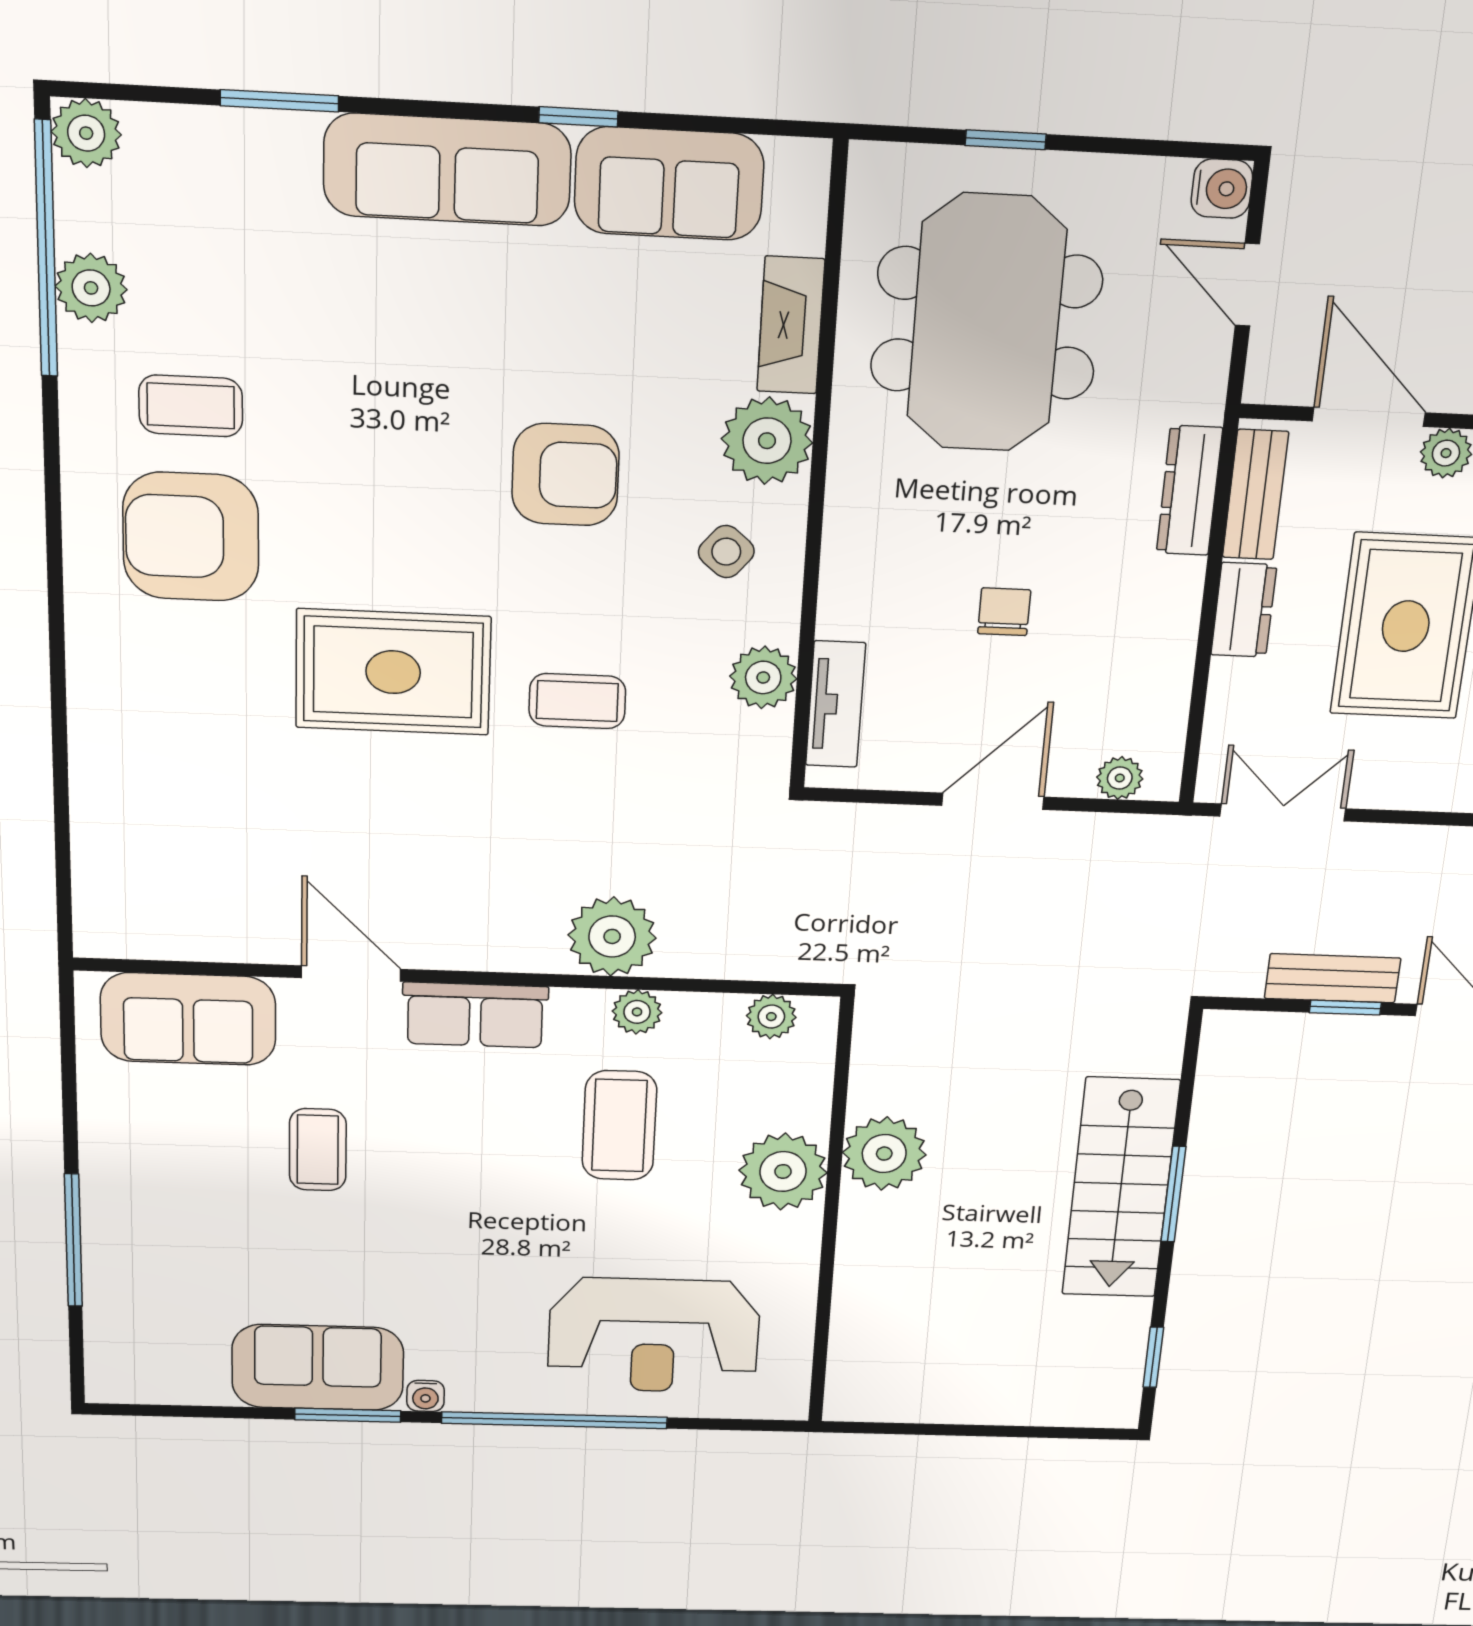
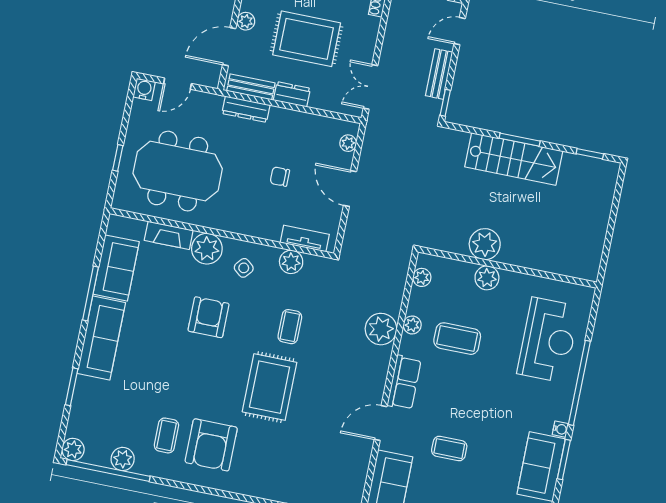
window: (578, 117) -> (90, 293), width x2.17
window: (1345, 1008) -> (445, 103), moved
plant: (783, 1171) -> (487, 278), width x0.73, depth x0.73

